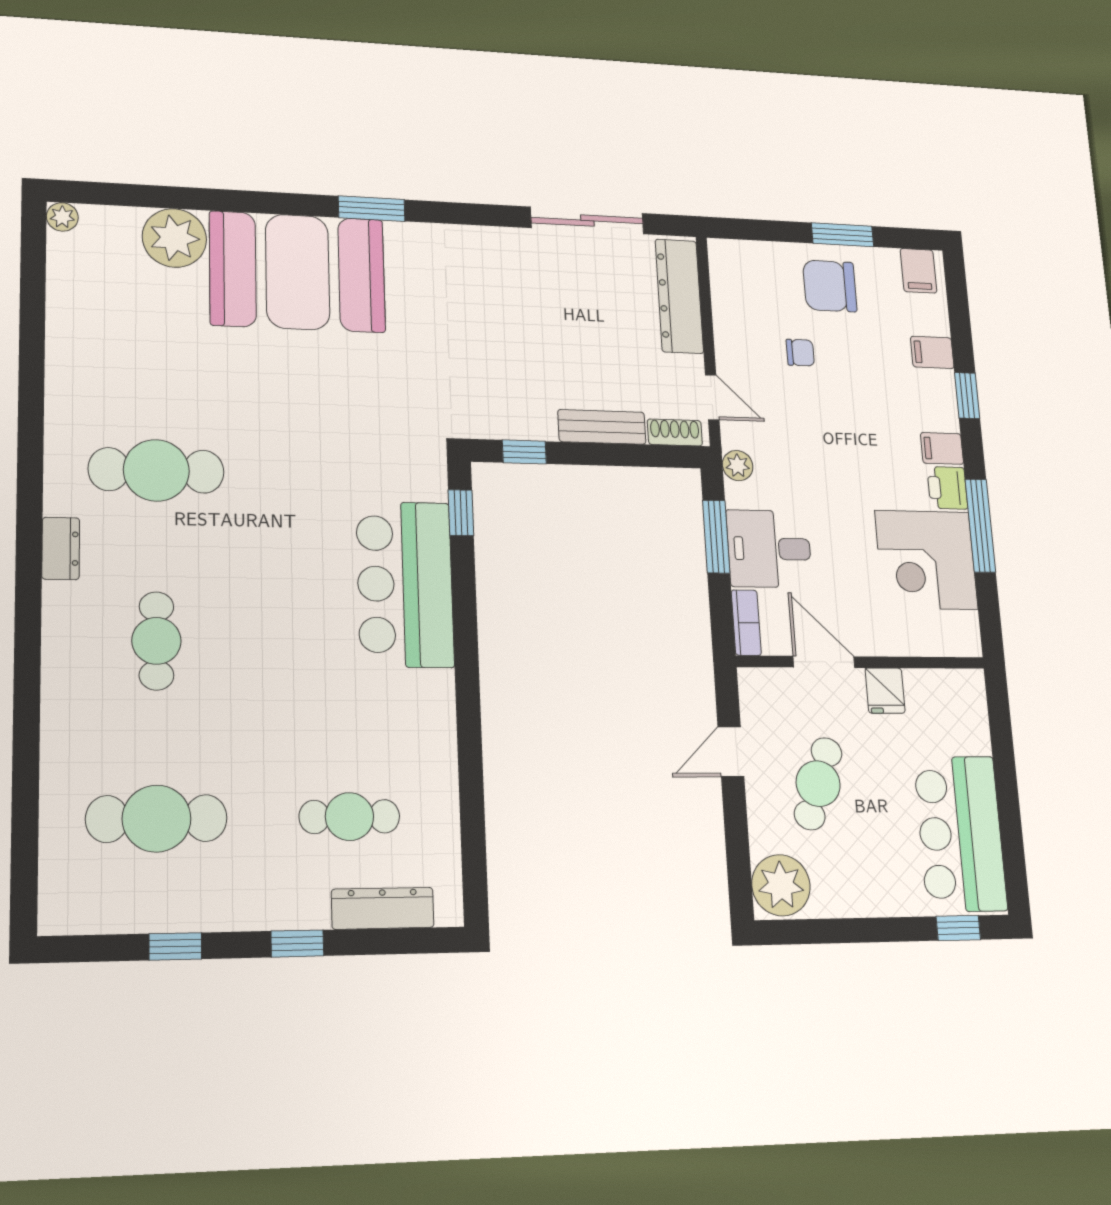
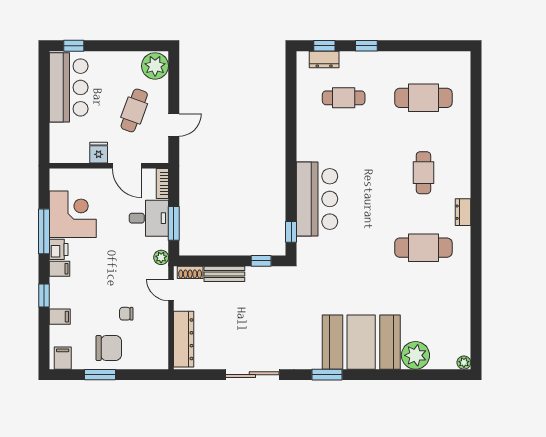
sliding door: (587, 221) -> (252, 375), moved
dresser: (383, 908) -> (324, 59), width x0.70
window: (175, 946) -> (324, 46), moved

